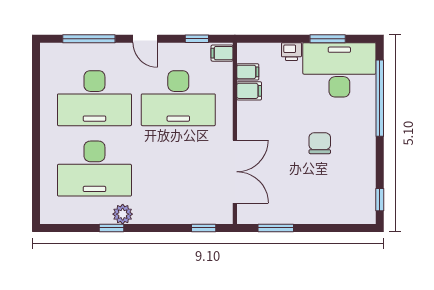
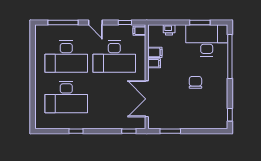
printer: (291, 52) -> (169, 30), moved
filing cabinet: (248, 72) -> (154, 63), moved
double door: (235, 172) -> (147, 99), swing flipped
plant: (123, 214) -> (82, 123), removed

